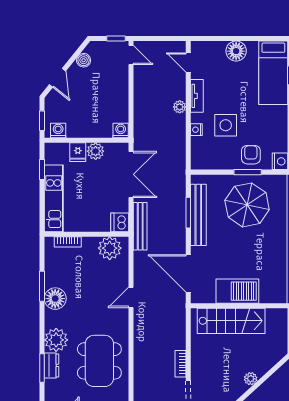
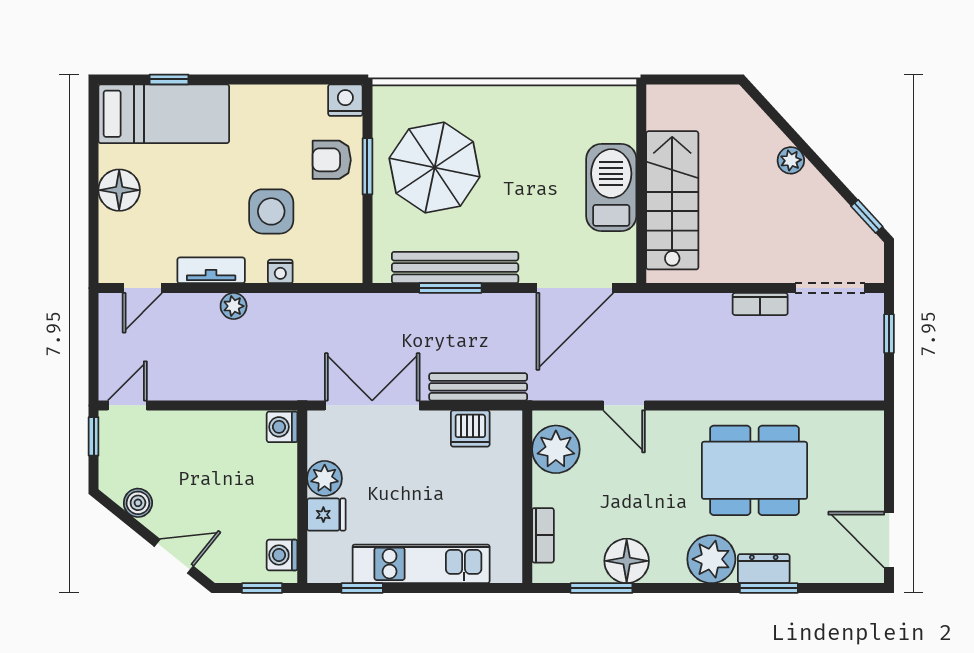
wall: (87, 234) -> (527, 497), moved
bookcase: (68, 242) -> (543, 535), moved
plant: (110, 248) -> (556, 449), moved

